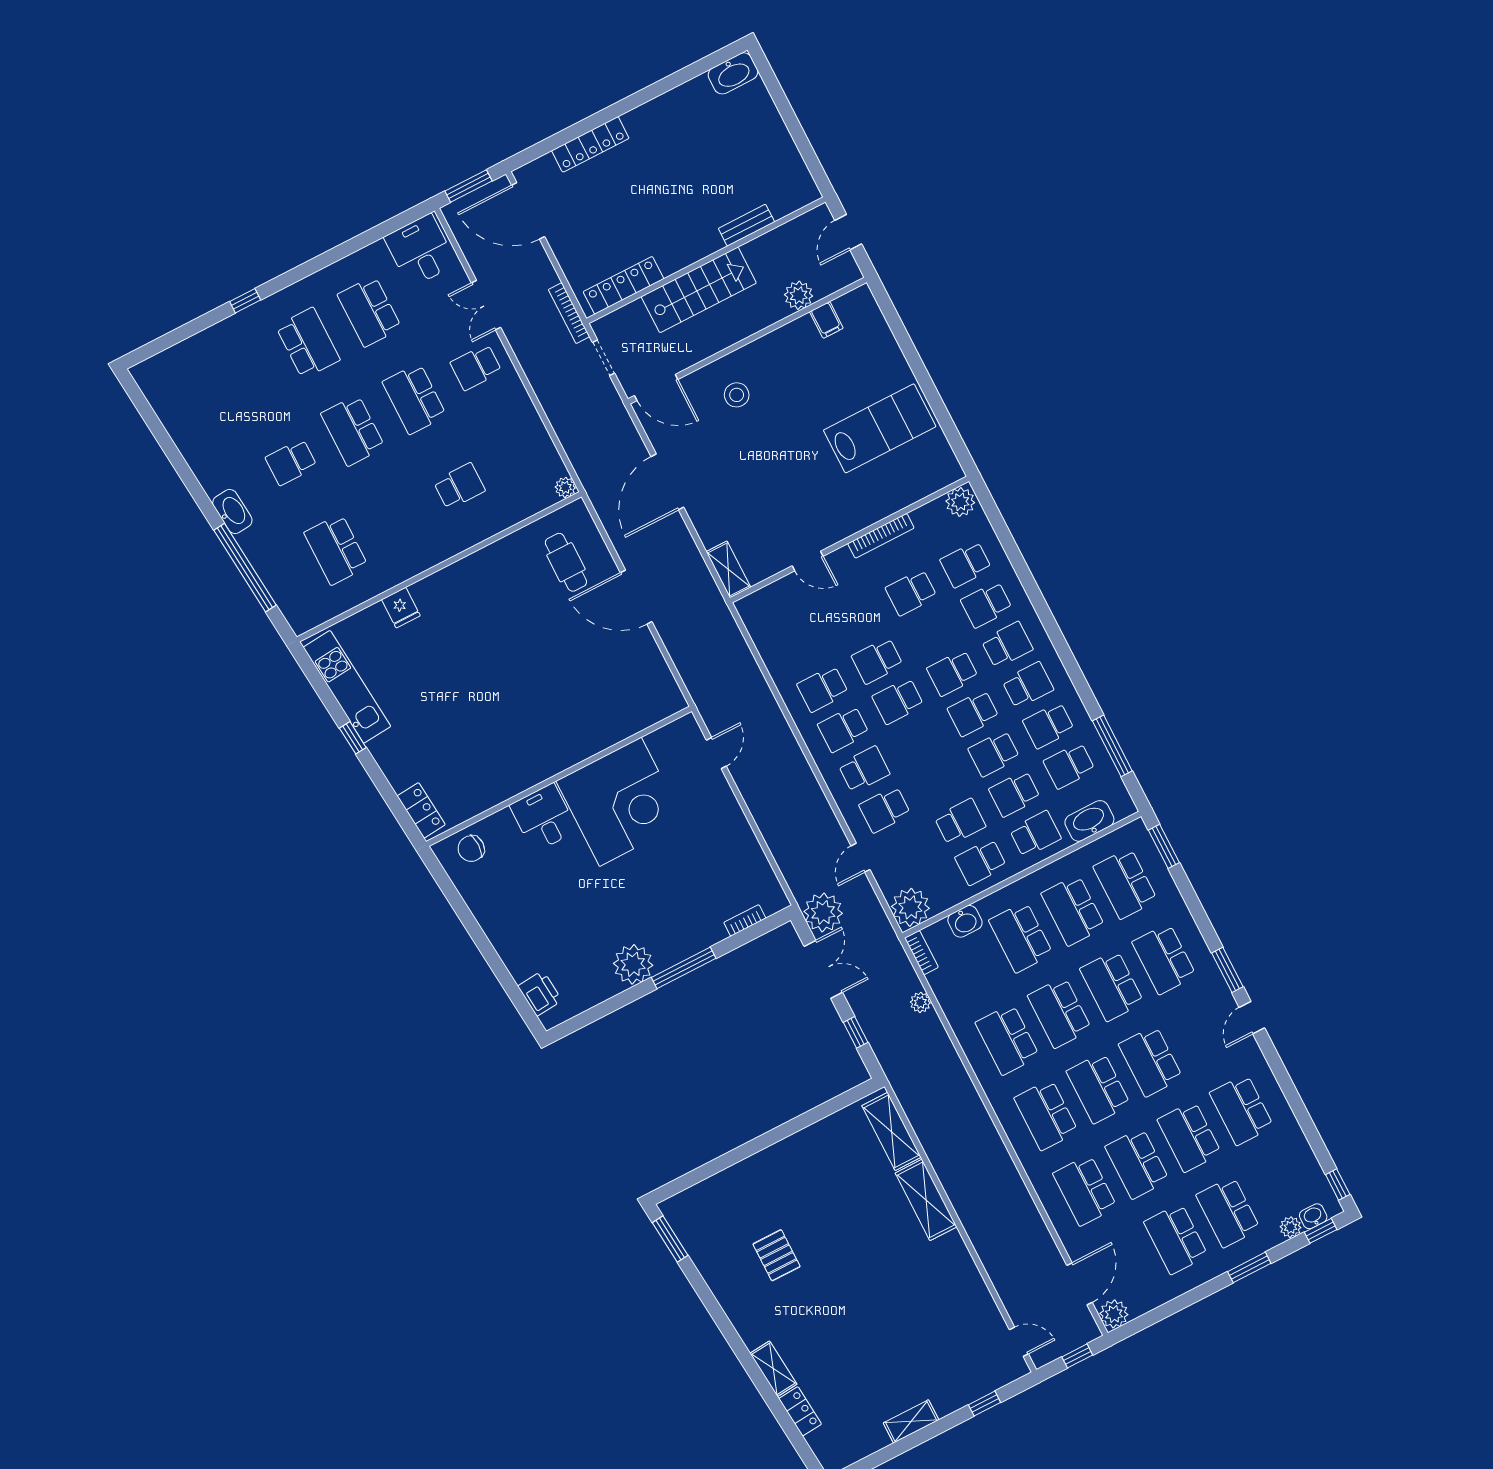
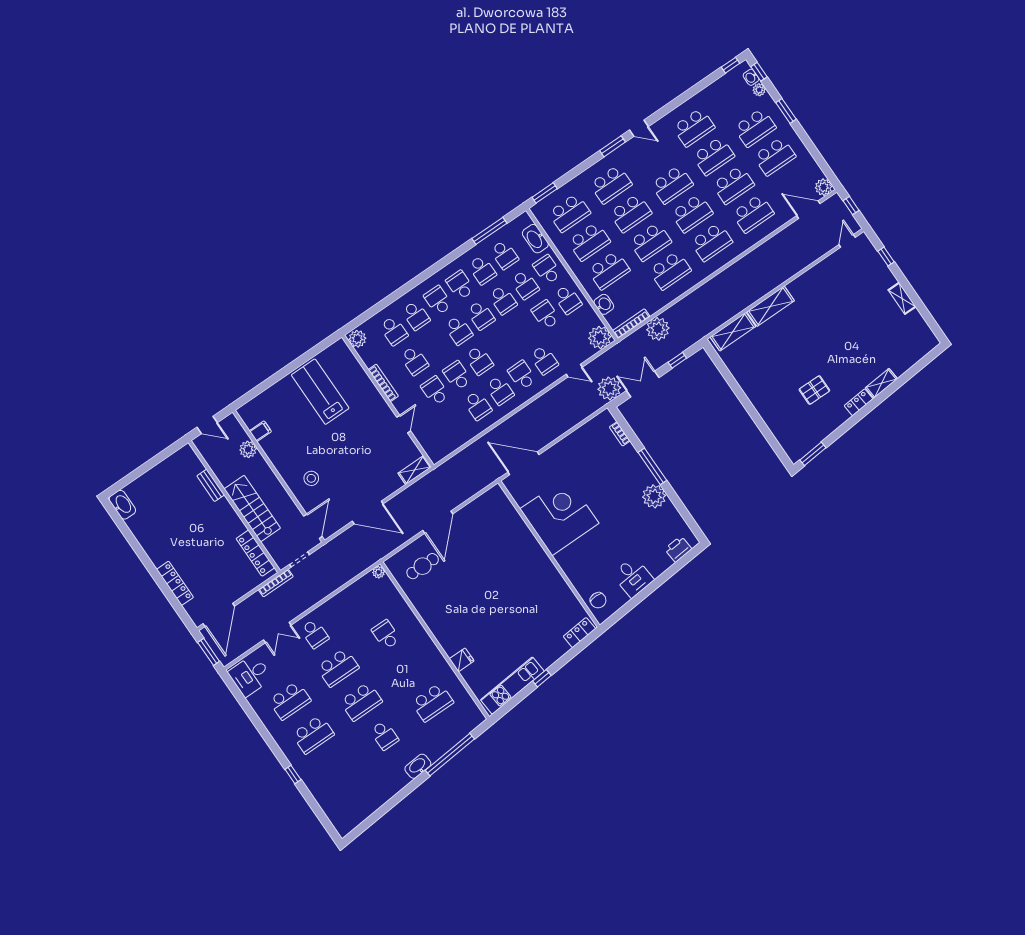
school desk: (308, 343) -> (313, 734), turned 180
school desk: (857, 620) -> (435, 391), added
school desk: (877, 661) -> (457, 376), turned 180
door: (716, 753) -> (524, 463), width x1.88
desk: (544, 818) -> (633, 577), moved, turned -95
bookcase: (921, 953) -> (631, 324), width x1.56
plant: (920, 1002) -> (658, 329), width x1.88, depth x1.88
locker: (800, 1411) -> (859, 402), moved

